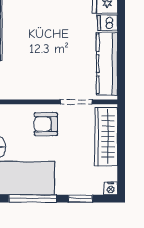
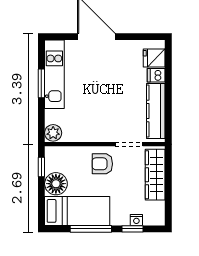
nightstand: (111, 188) -> (136, 220), moved

